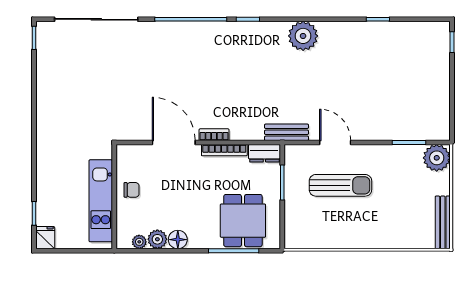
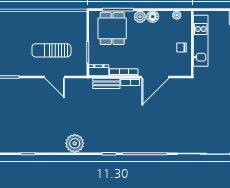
bench: (286, 132) -> (106, 83), moved
door: (174, 142) -> (155, 77), hinge flipped
plant: (157, 239) -> (140, 17), moved

